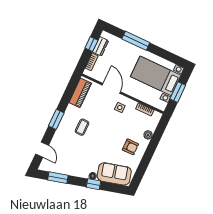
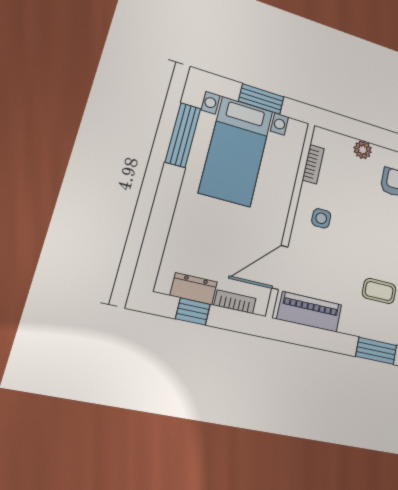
window: (136, 41) -> (183, 135), moved
door: (111, 88) -> (280, 267), moved

